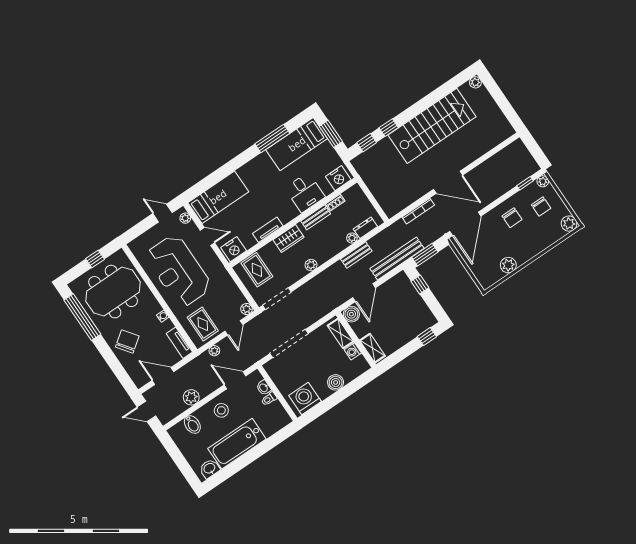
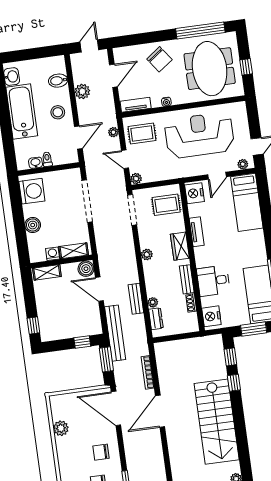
washbasin: (264, 388) -> (36, 163), moved

